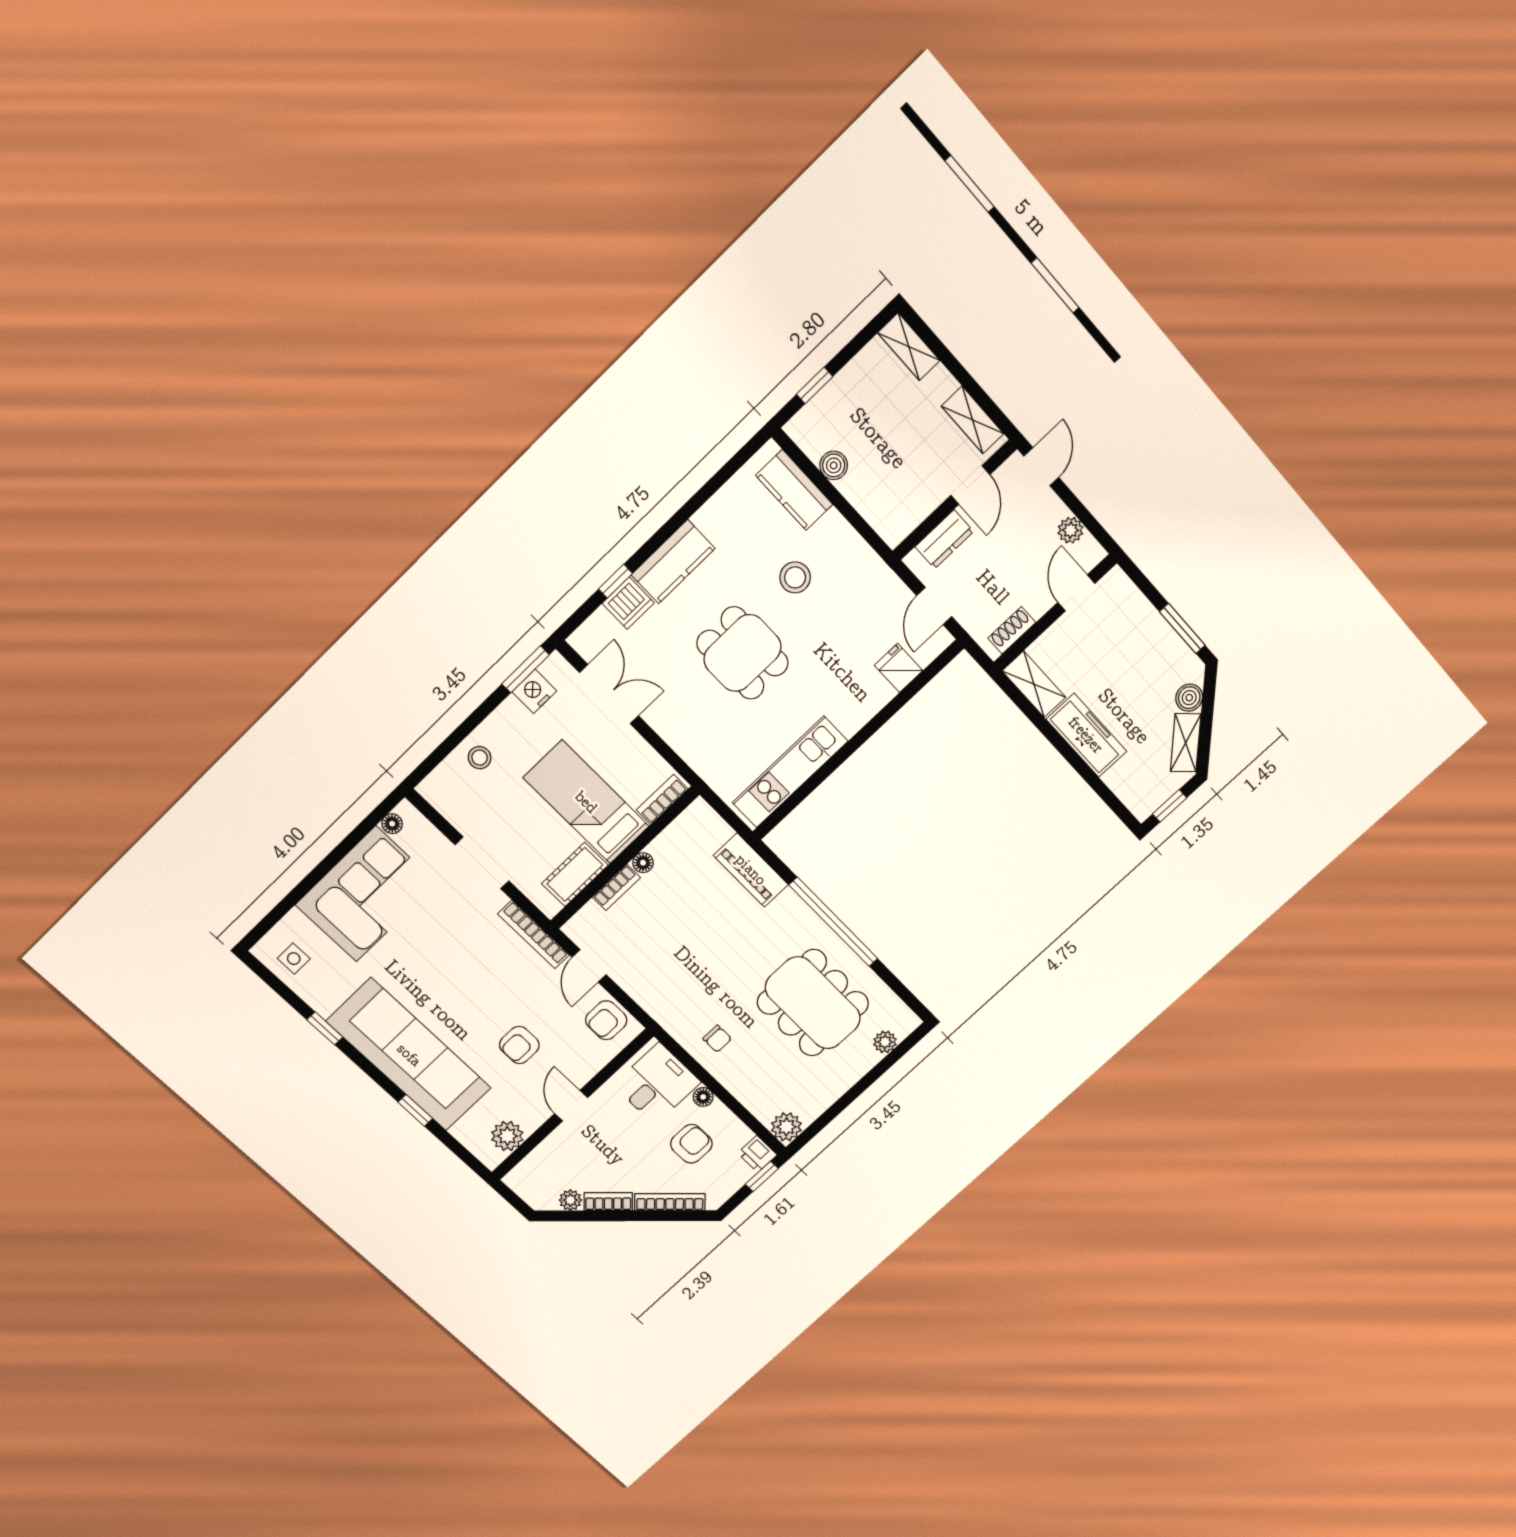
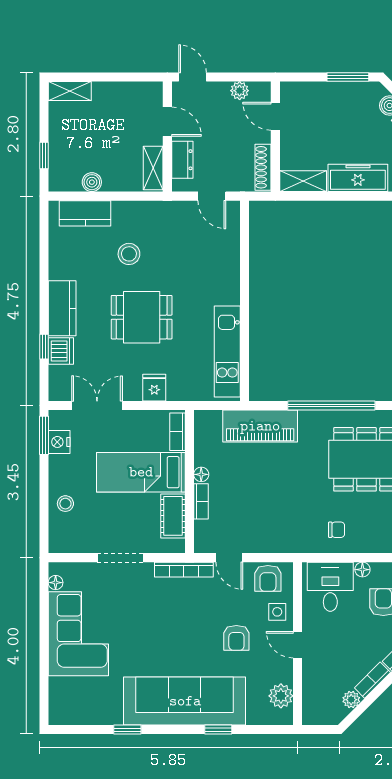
shelving: (973, 420) -> (153, 168), moved, turned 90
shoe rack: (1012, 630) -> (263, 167), width x1.43
fridge: (899, 668) -> (154, 388), moved, turned 90
piano: (751, 870) -> (260, 426), width x1.37, depth x1.33
side table: (294, 959) -> (277, 612), moved

